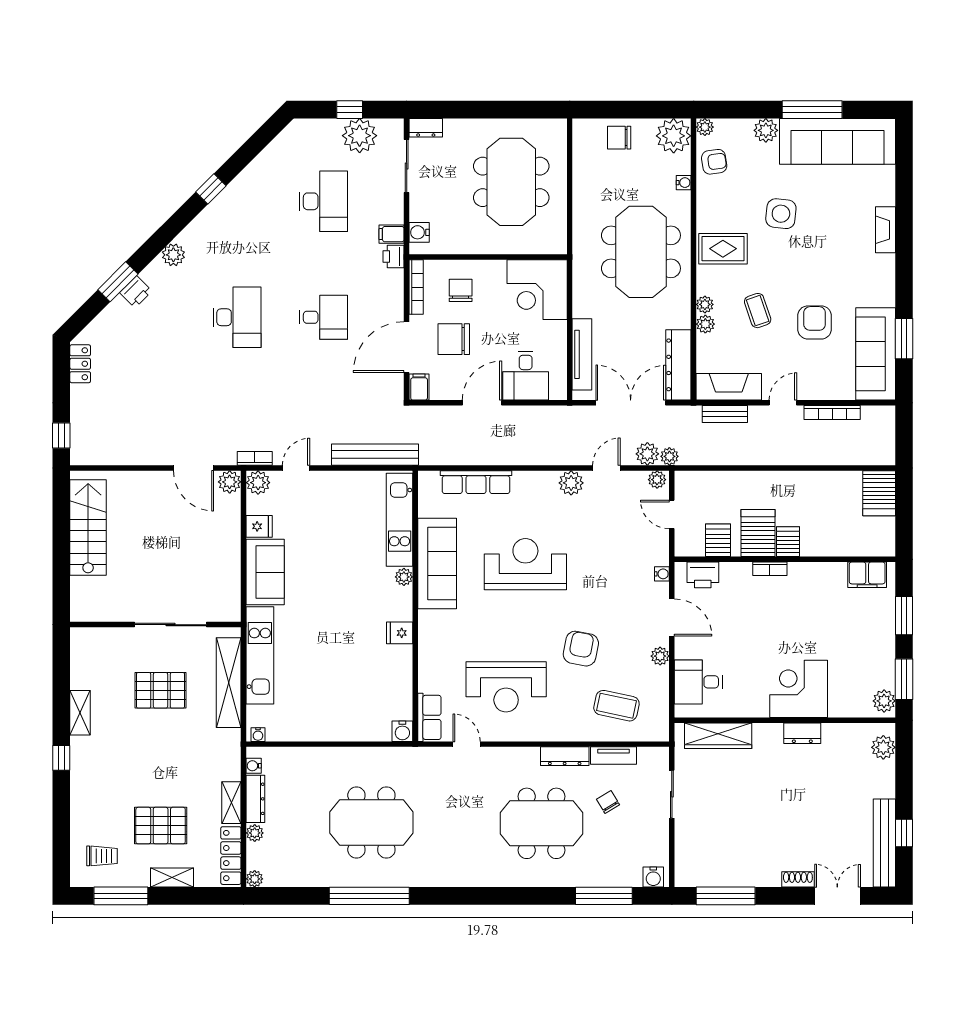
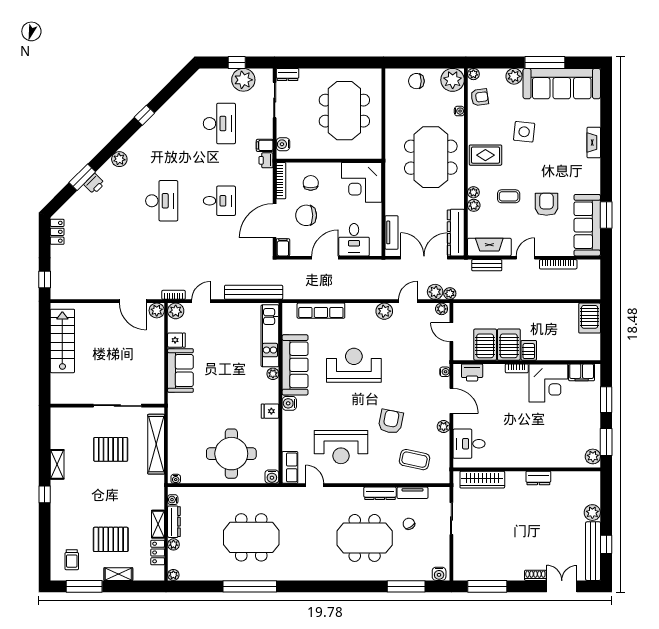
coffee table: (758, 311) -> (509, 196), turned -71
tv unit: (582, 354) -> (392, 232), width x0.71
server rack: (718, 540) -> (485, 345), width x1.36, depth x1.44
water cooler: (429, 621) -> (289, 403), added
kitchen unit: (260, 655) -> (177, 426), removed
corner desk: (799, 689) -> (548, 383), moved, turned 180
round table: (342, 697) -> (231, 454), added
plant: (883, 747) -> (592, 513), moved
trolley: (102, 856) -> (72, 560), turned 90
locker: (231, 856) -> (158, 553), width x0.66

